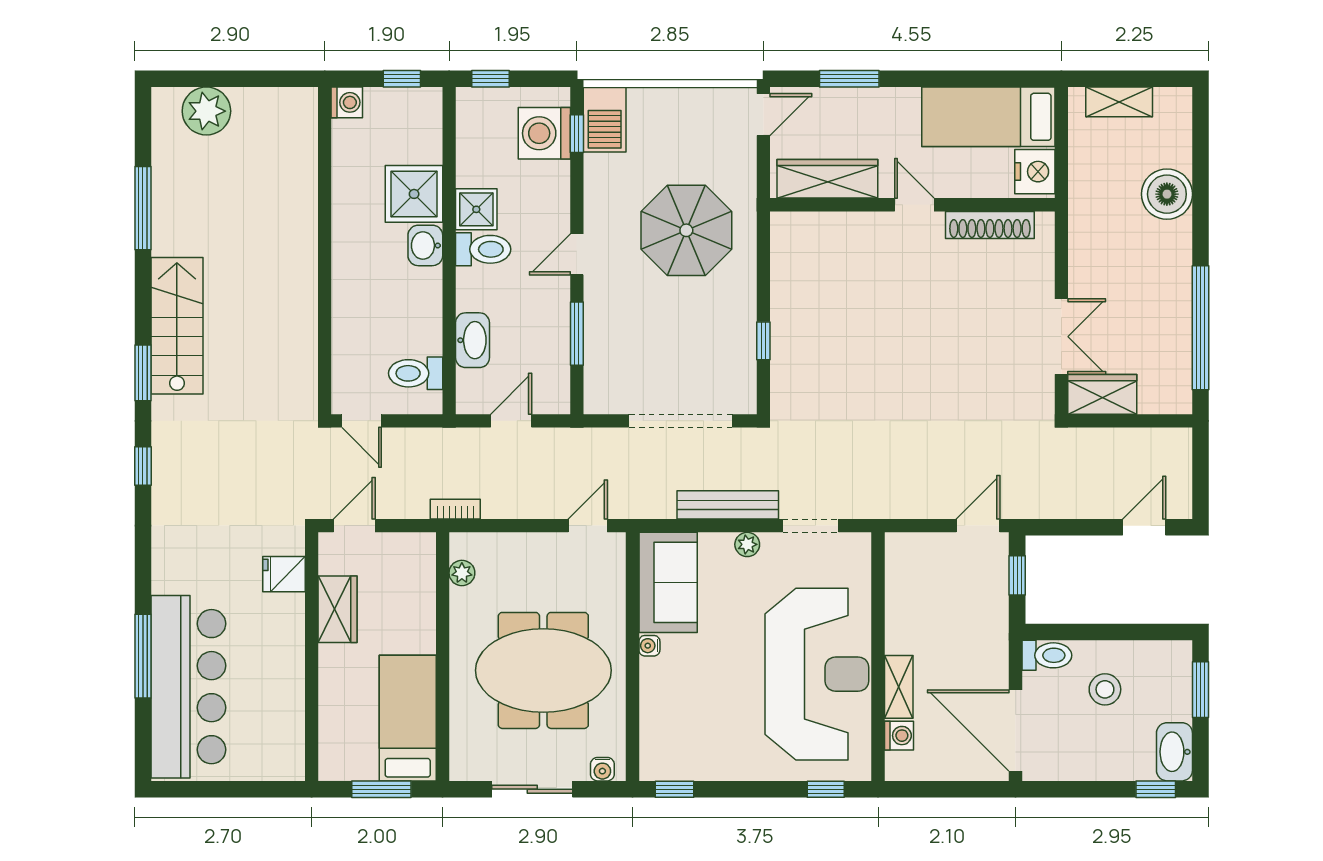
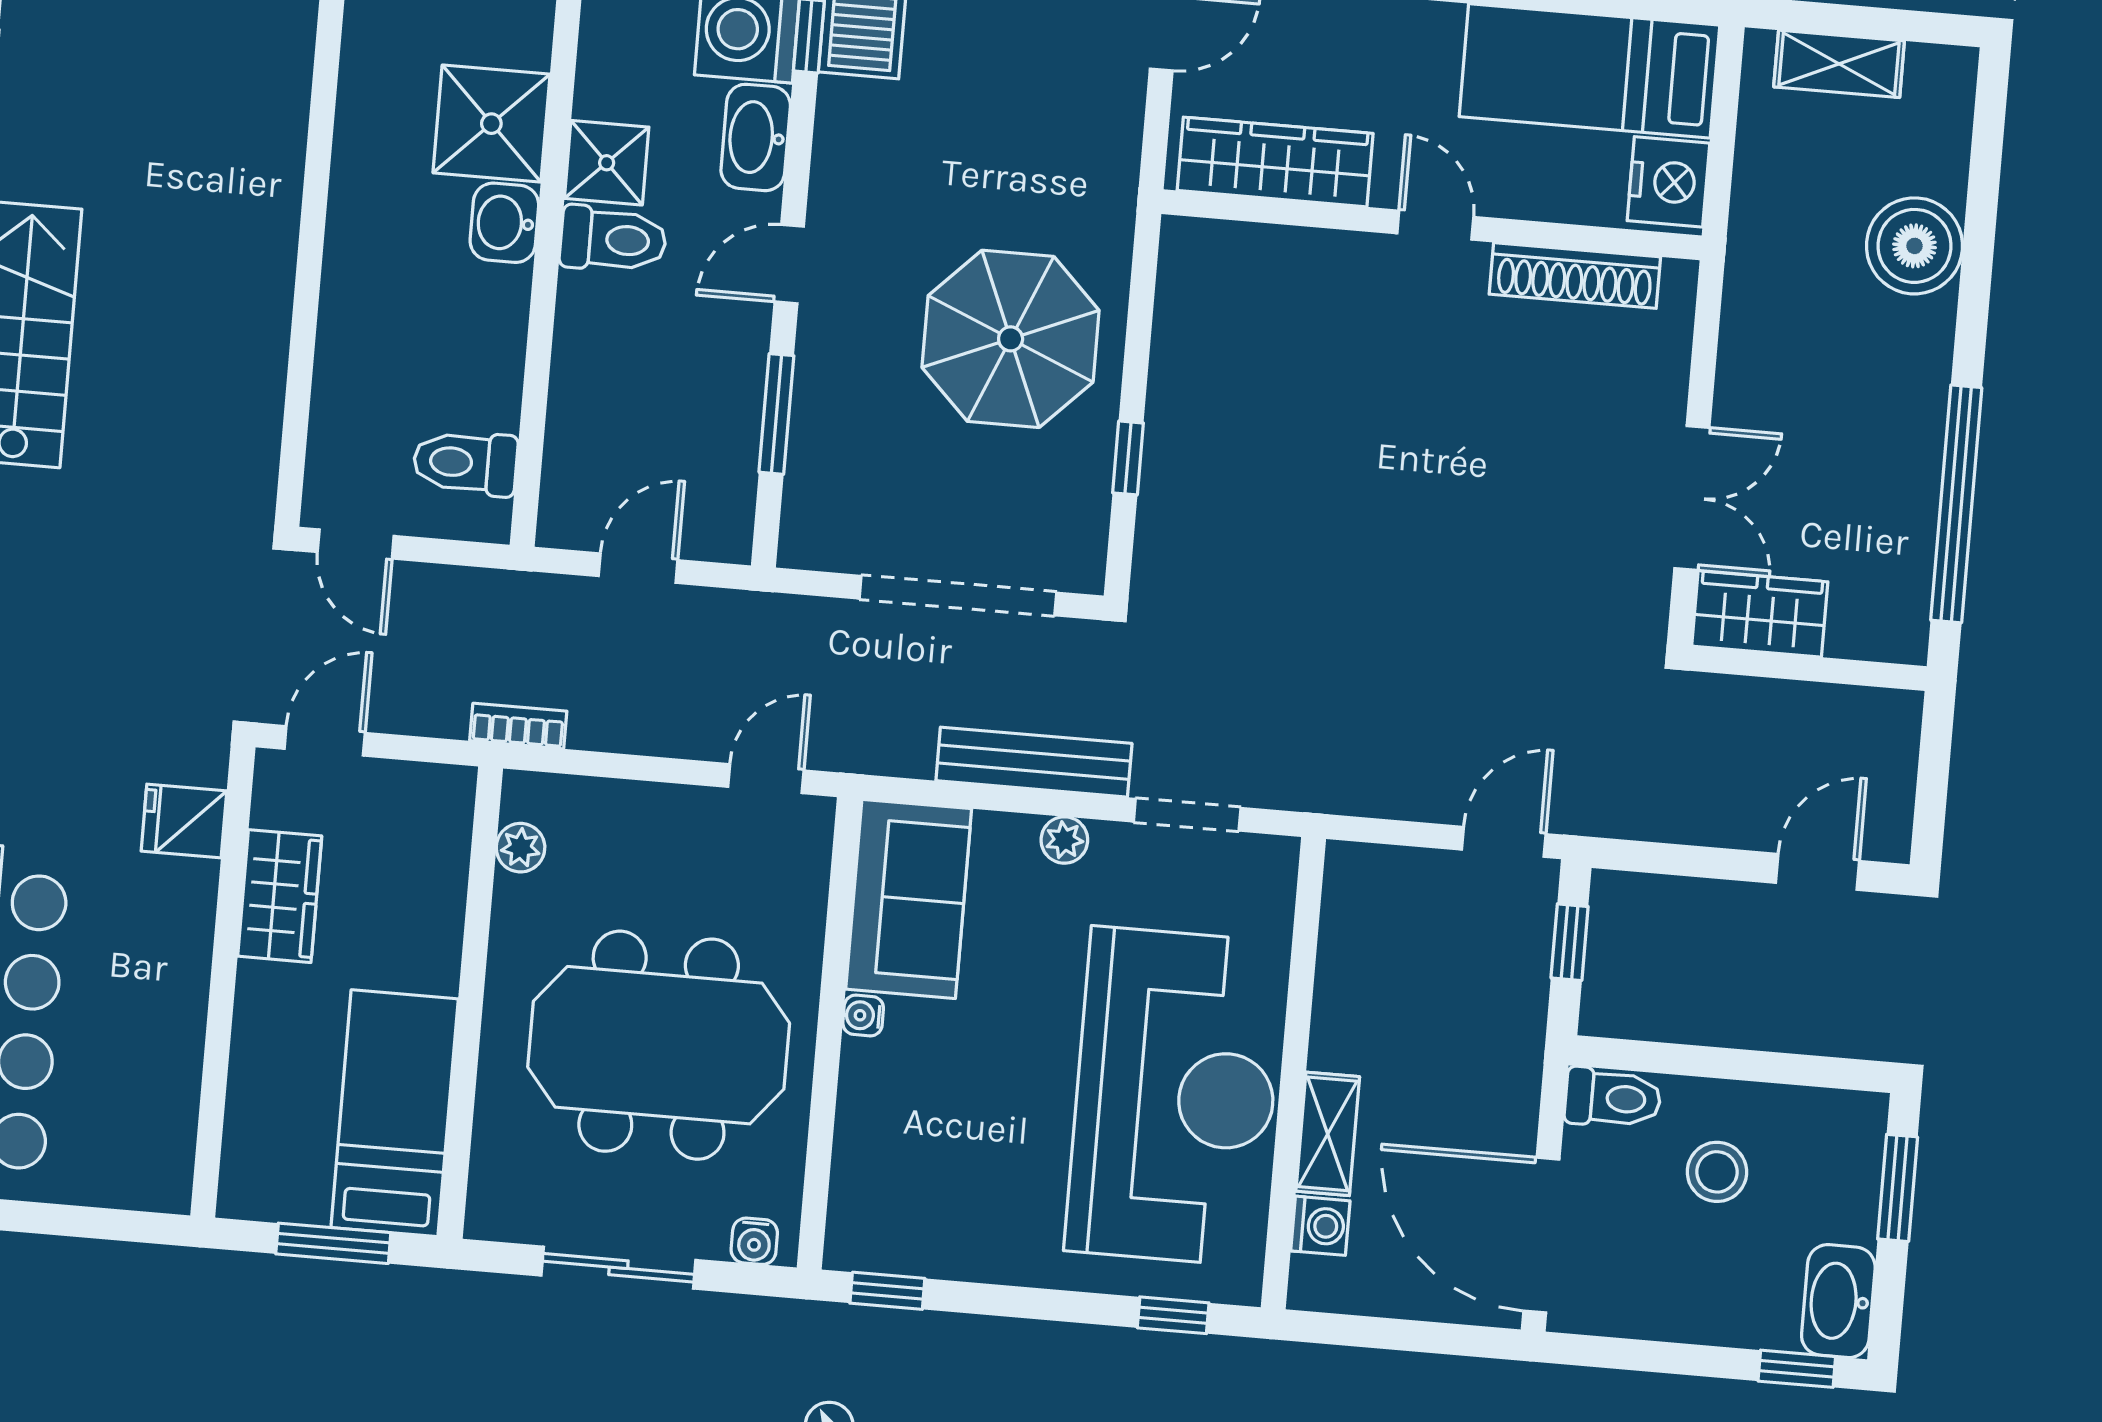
parasol: (686, 230) -> (1011, 339), moved
washbasin: (472, 340) -> (756, 137), moved, turned 180

